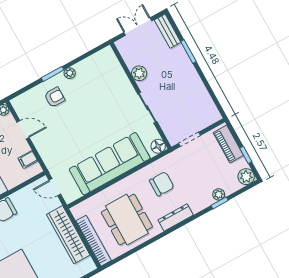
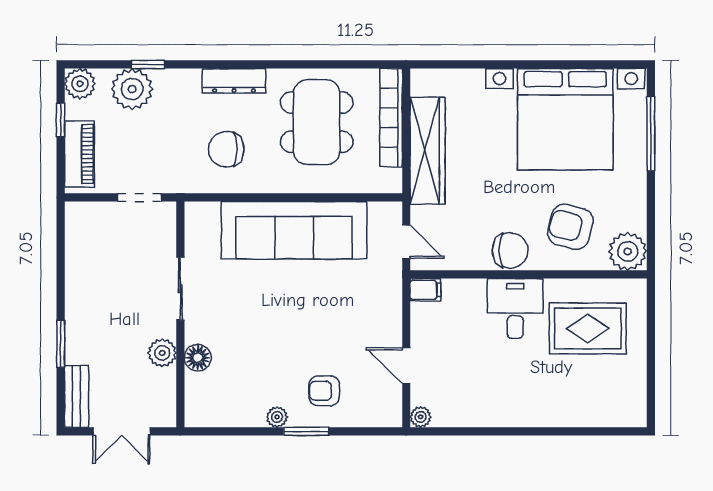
floor lamp: (158, 146) -> (198, 358), moved
filing cabinet: (28, 159) -> (425, 290), moved
plant: (219, 194) -> (132, 89), width x1.88, depth x1.88

